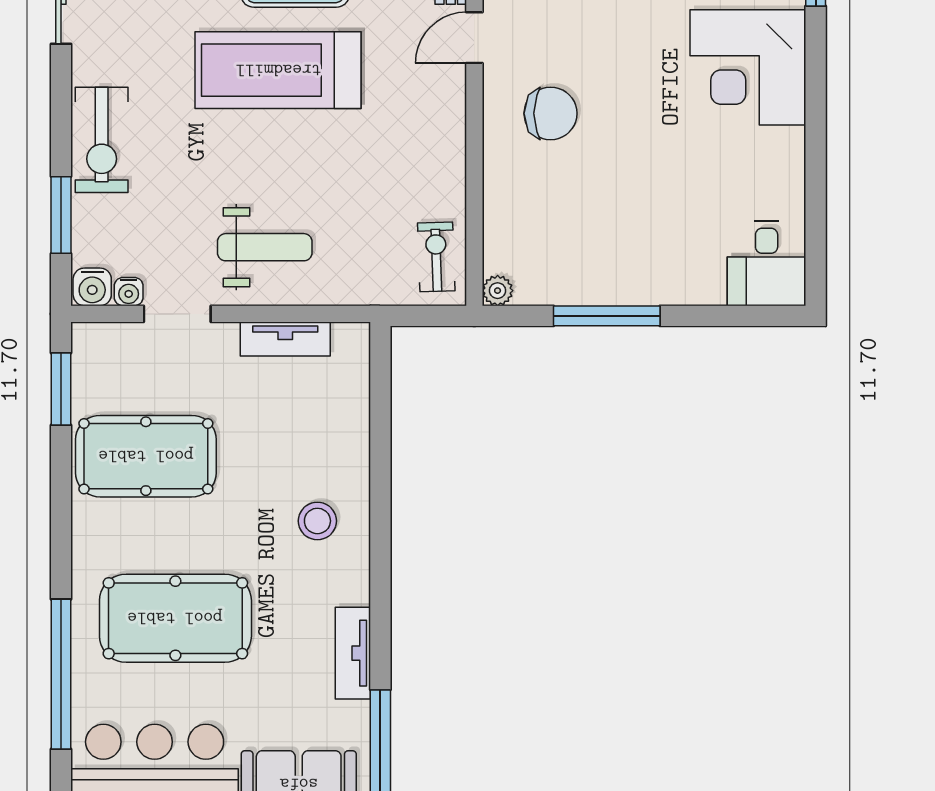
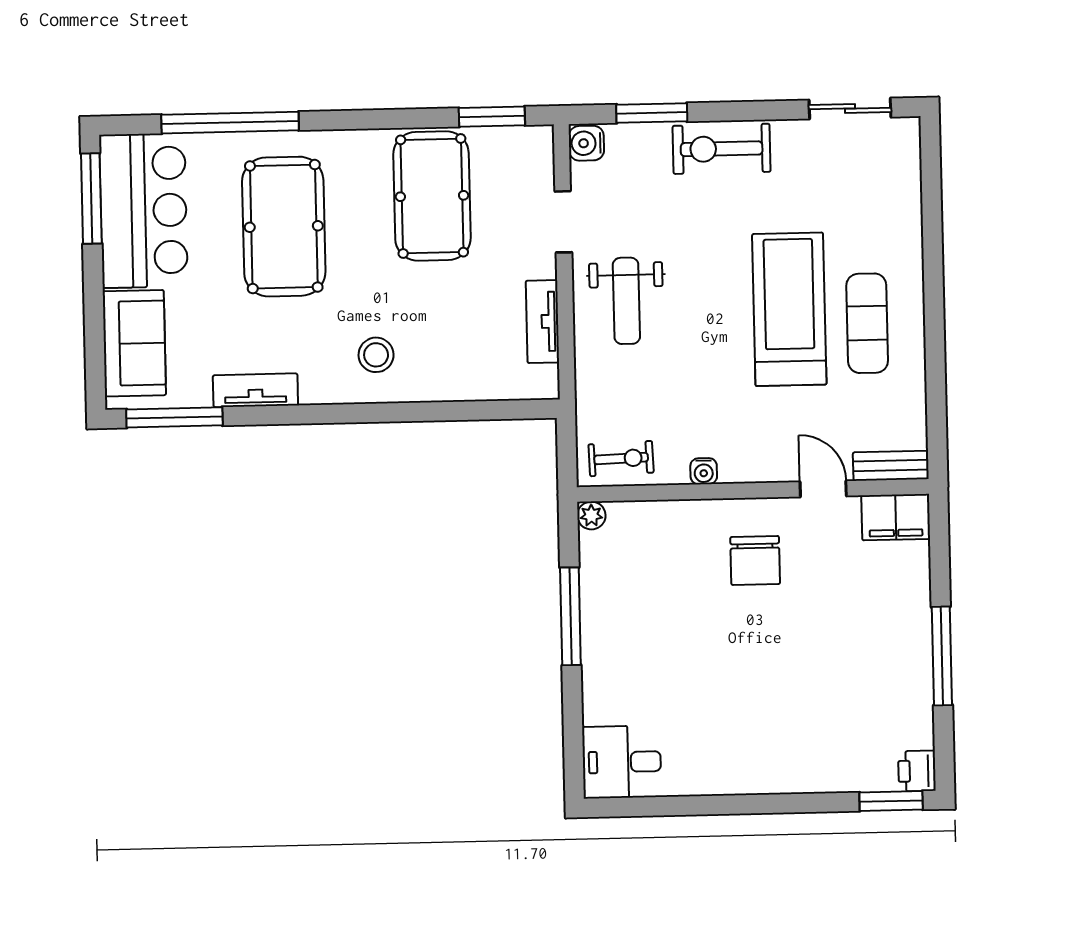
corner desk: (748, 67) -> (802, 741), removed
water cooler: (129, 292) -> (704, 471), moved, turned -90

